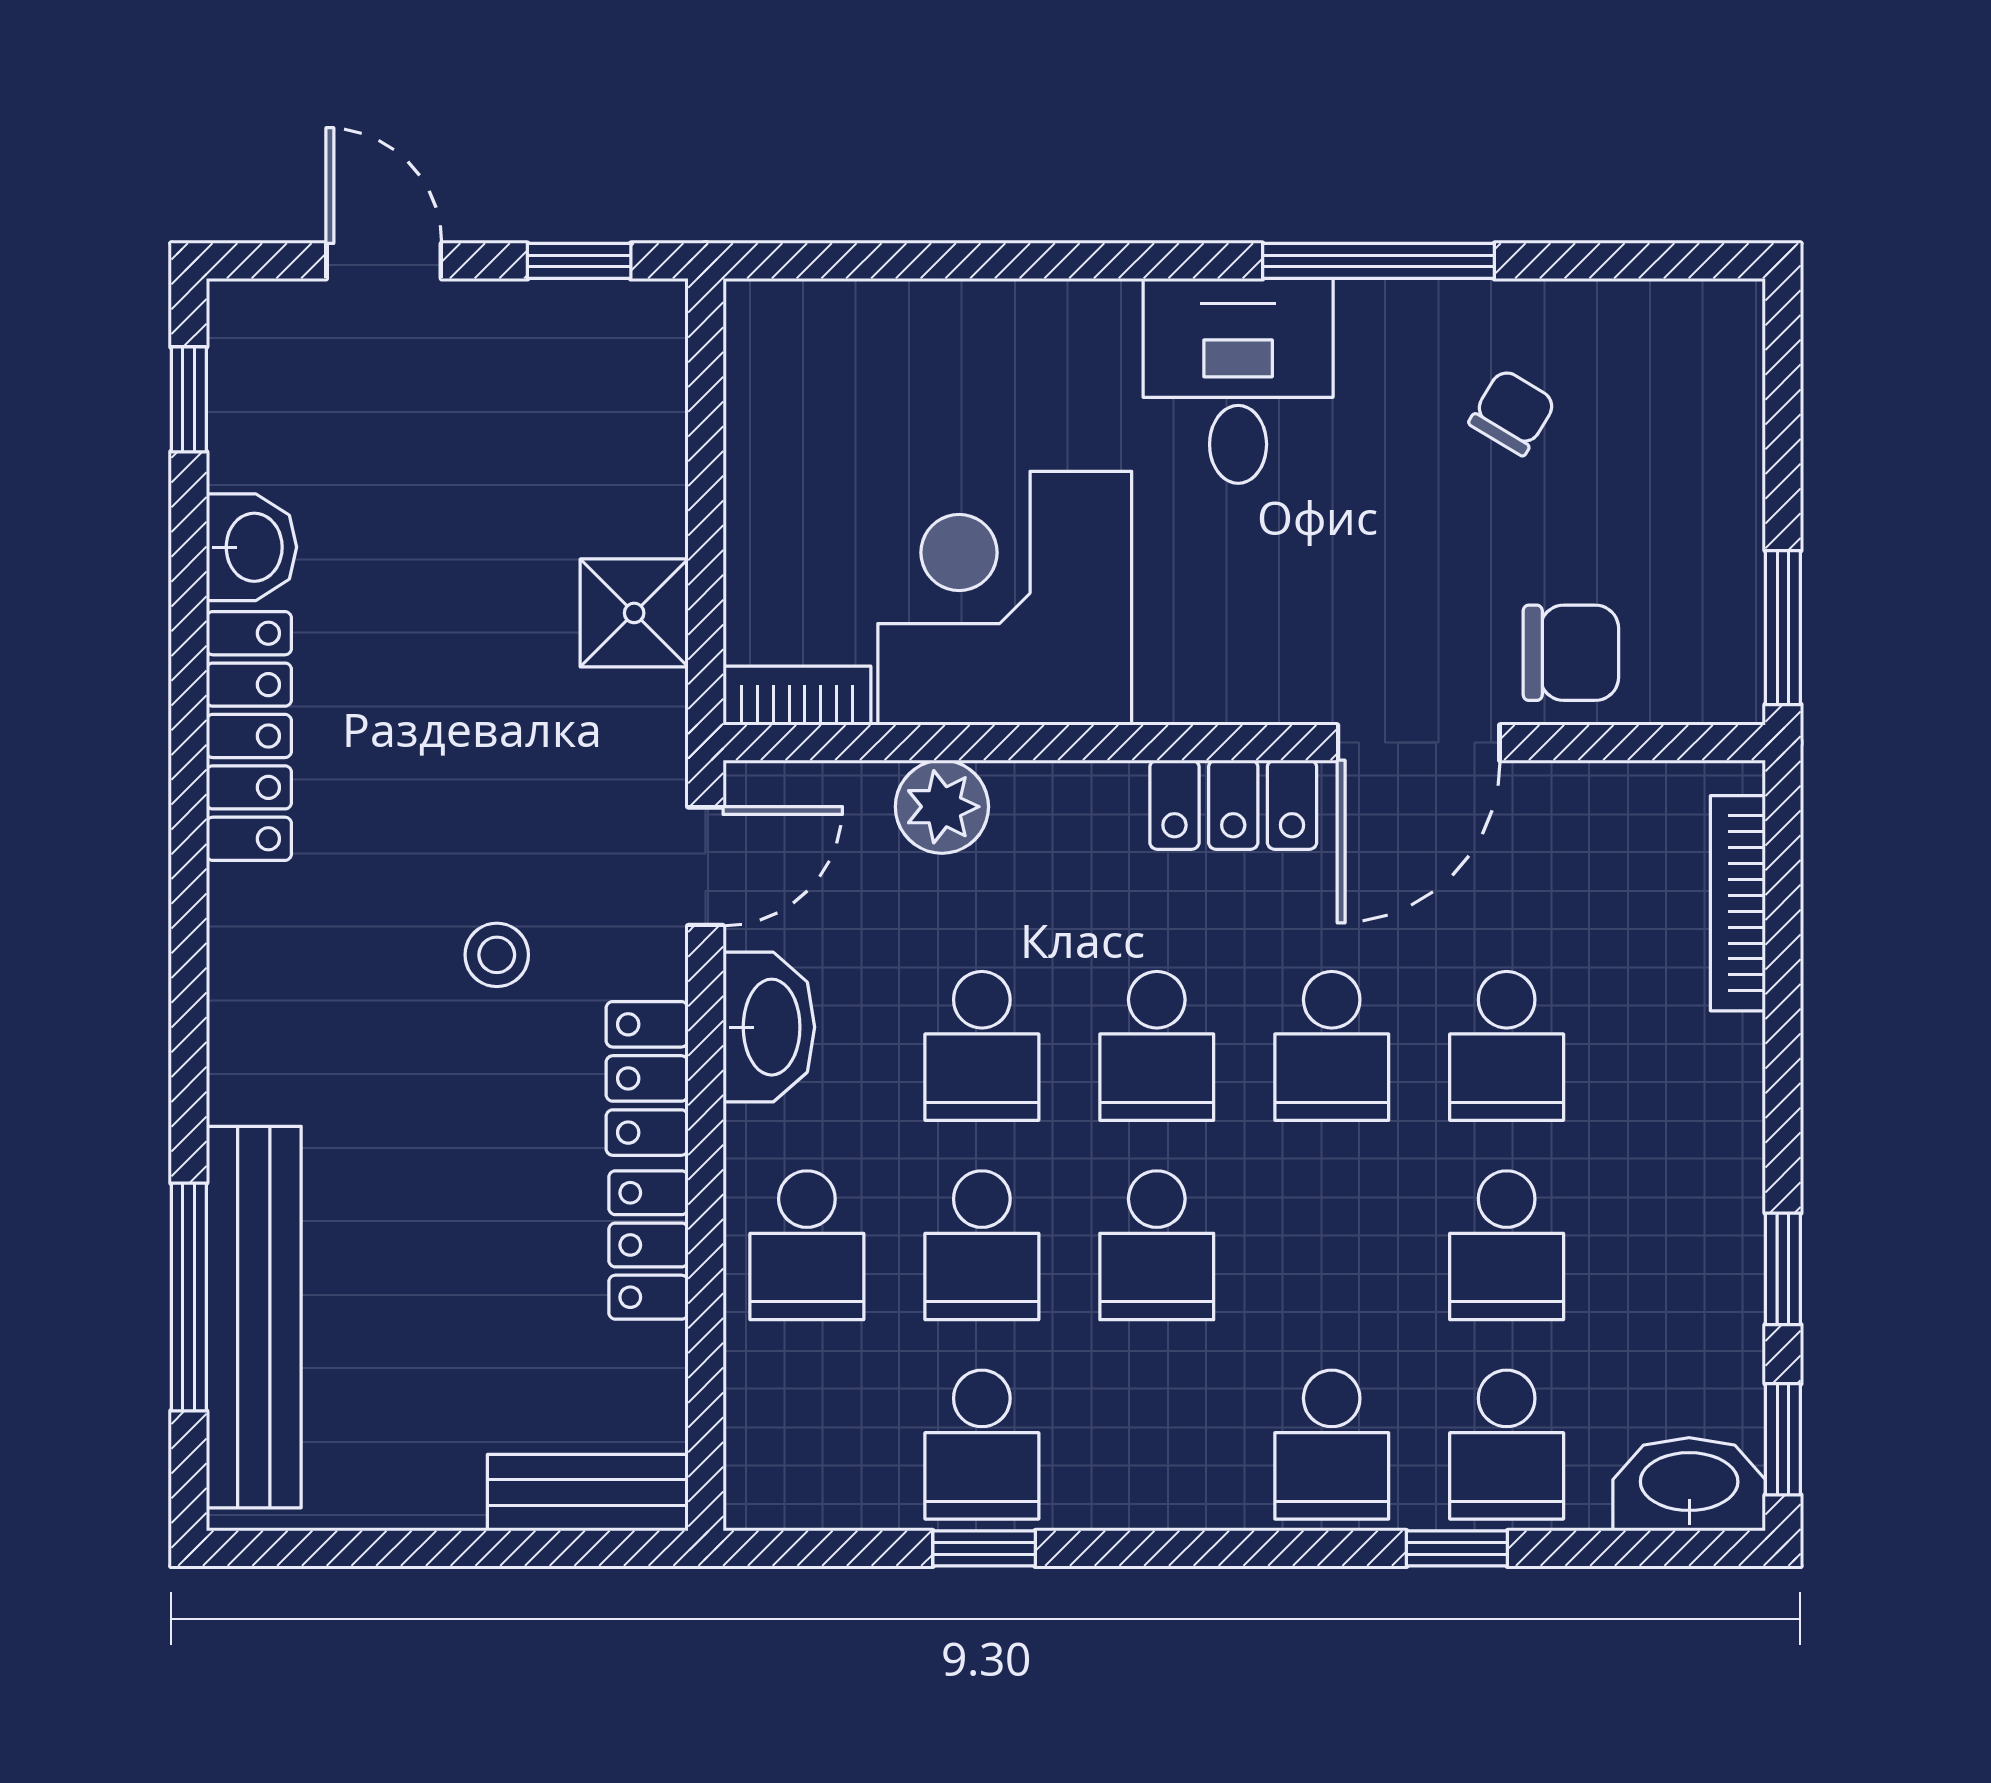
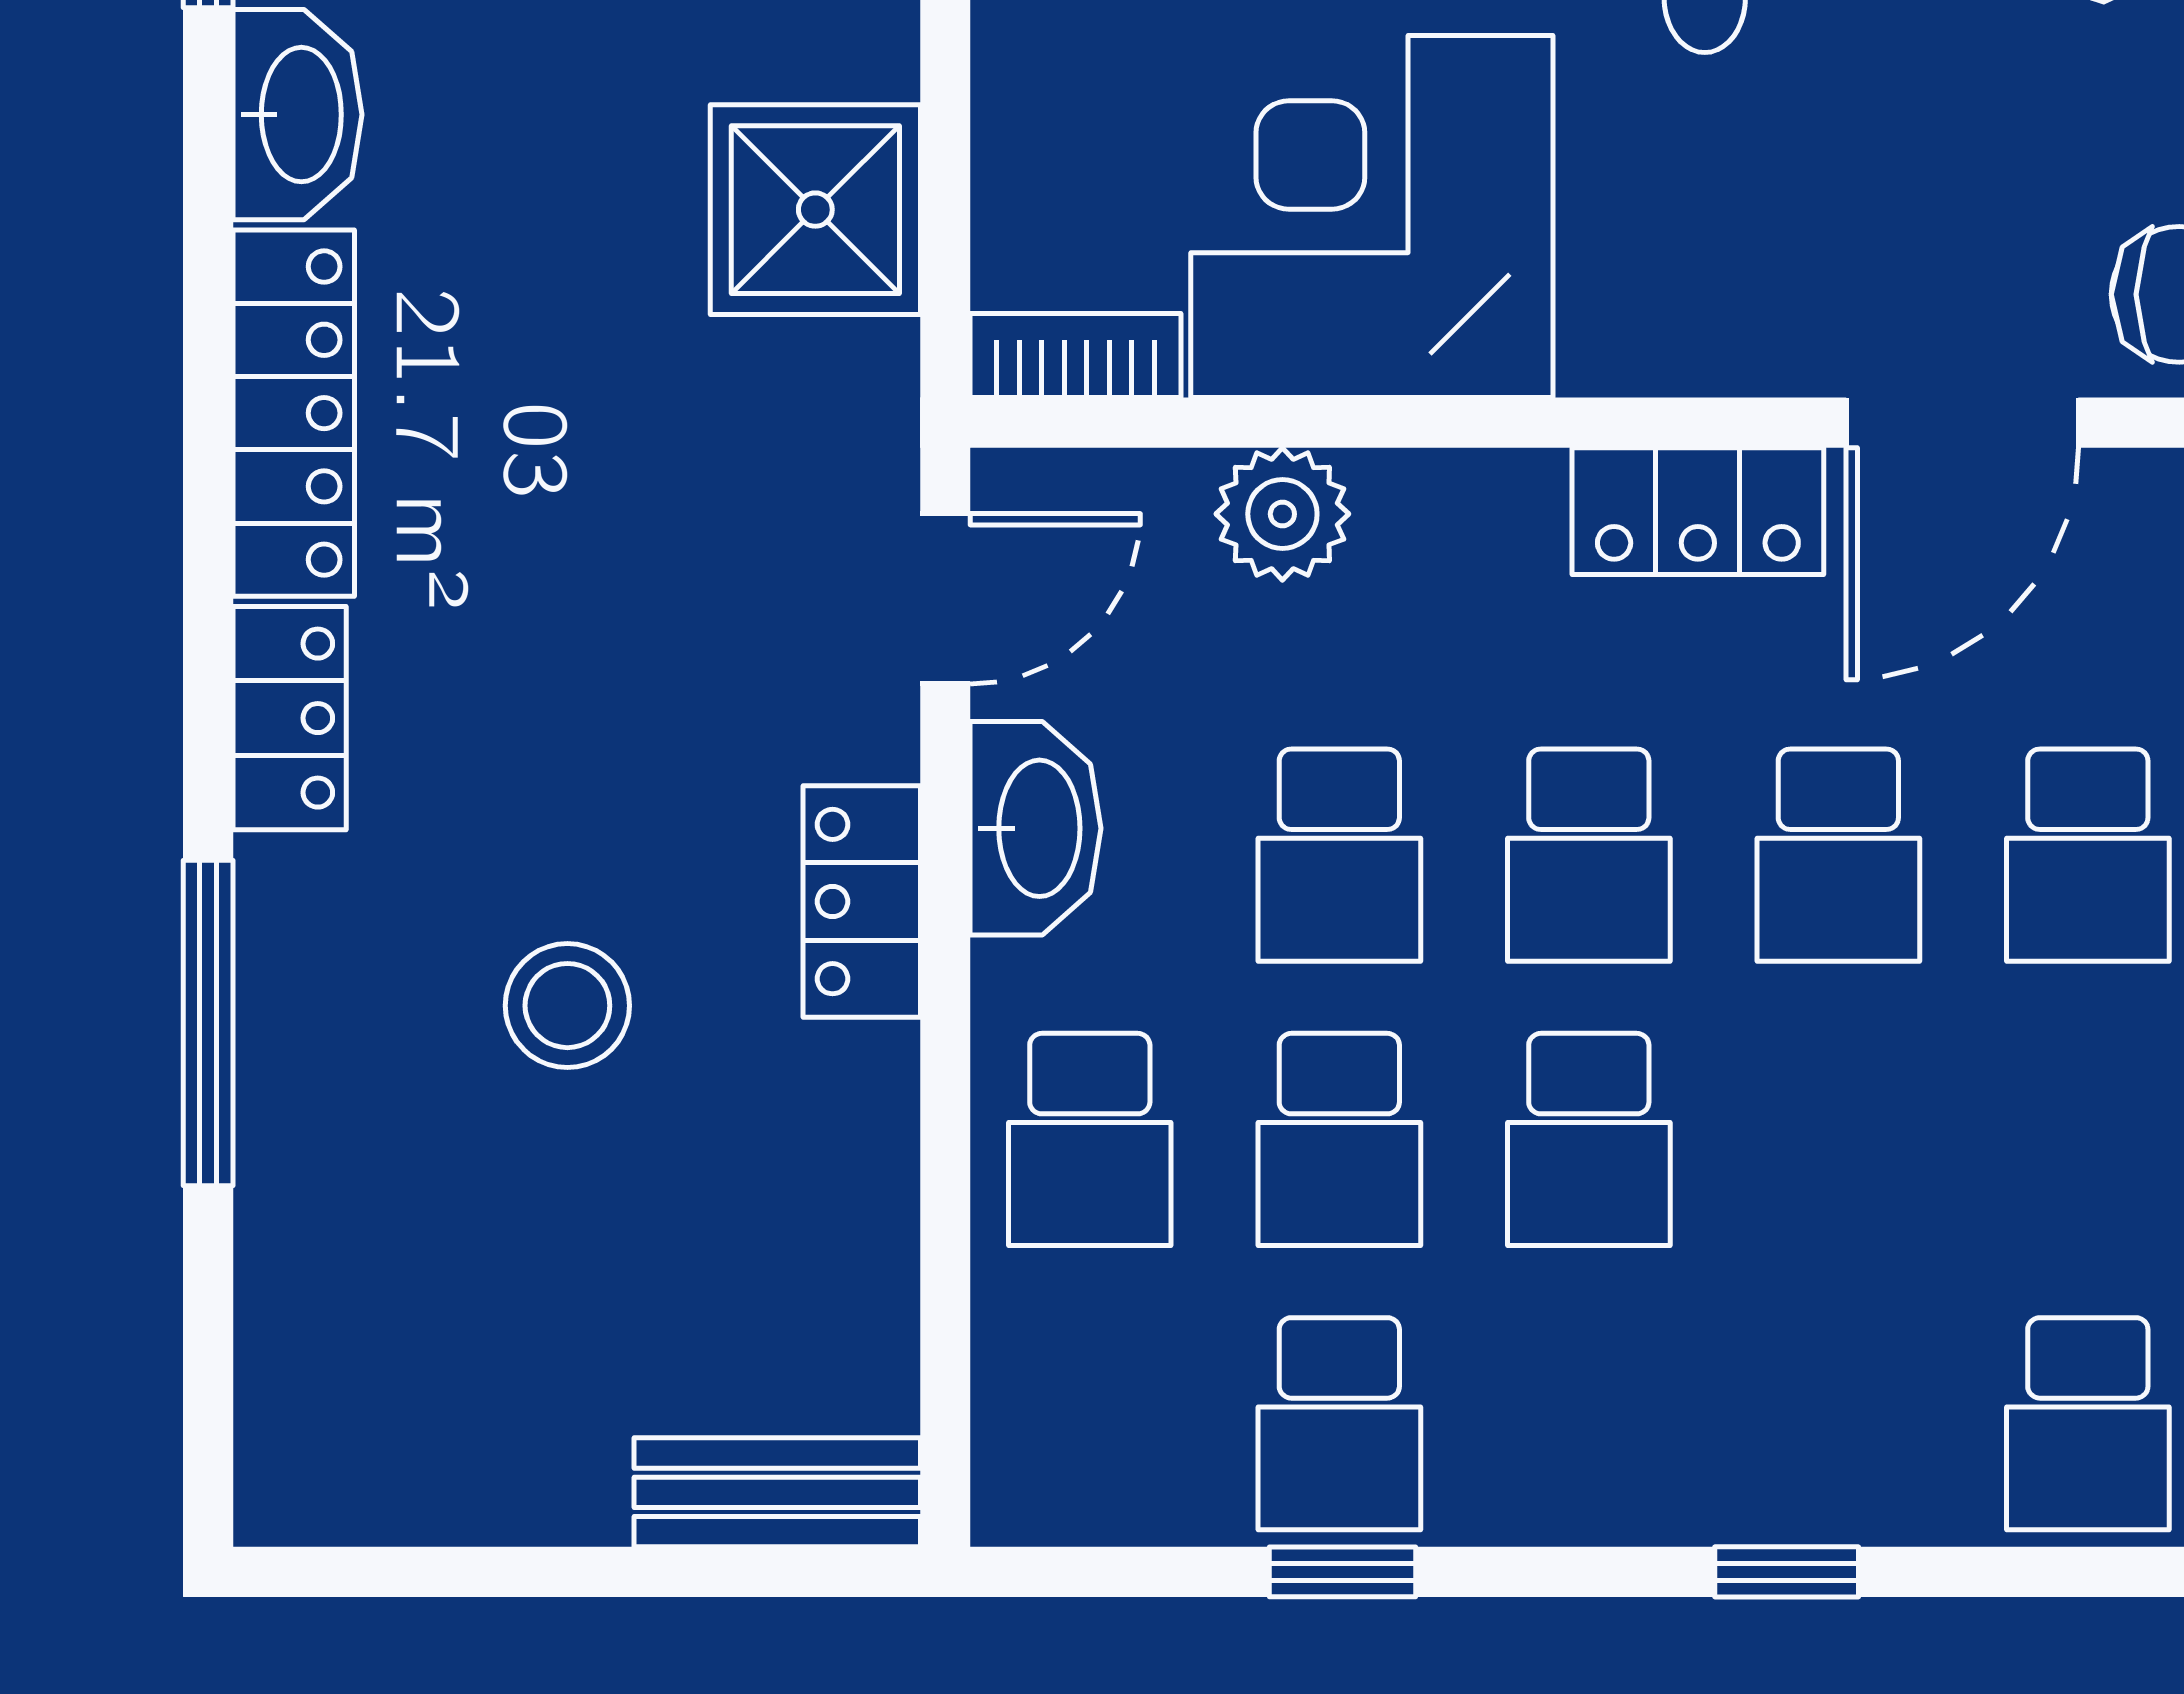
washbasin: (251, 547) -> (297, 115), width x1.38
shower: (634, 613) -> (815, 210), width x1.36, depth x1.36
stool: (497, 955) -> (567, 1006), moved, width x1.37, depth x1.37
locker: (648, 1245) -> (290, 718), moved, turned 180
school desk: (1507, 1245) -> (2088, 1139), removed
window: (189, 1297) -> (208, 1023), moved
bench: (254, 1317) -> (301, 1242), removed
school desk: (1332, 1445) -> (1838, 1424), removed
window: (1457, 1548) -> (1787, 1572), moved

